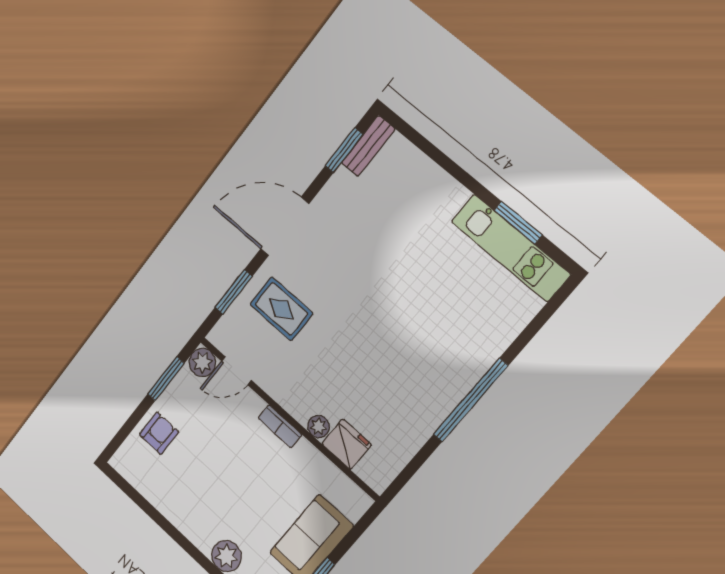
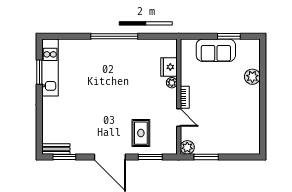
door: (236, 371) -> (179, 118), moved
armchair: (159, 433) -> (230, 142), removed

